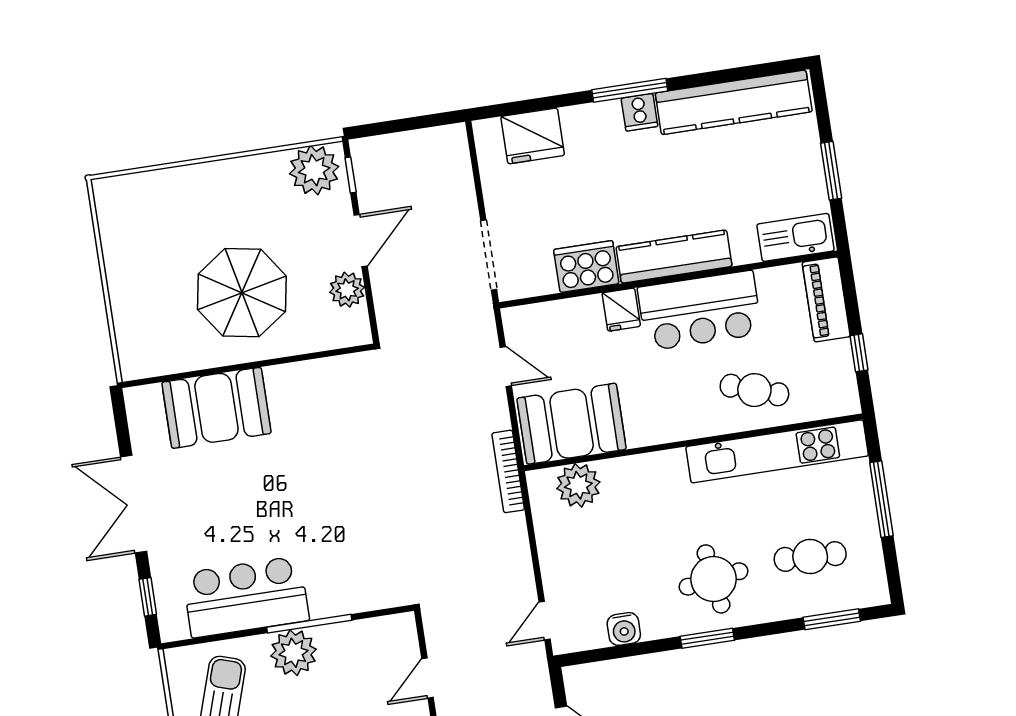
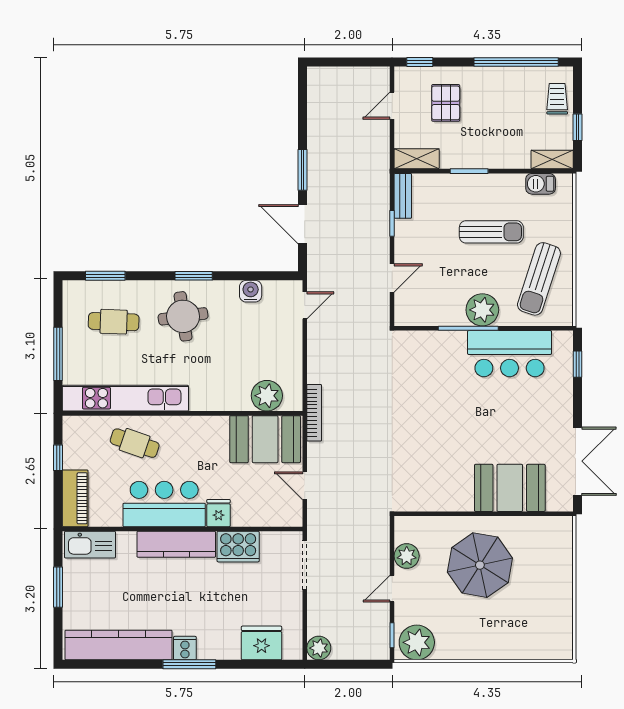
plant: (451, 141) -> (319, 648), added
door: (361, 240) -> (392, 589), width x0.73
double door: (134, 504) -> (578, 461), moved

